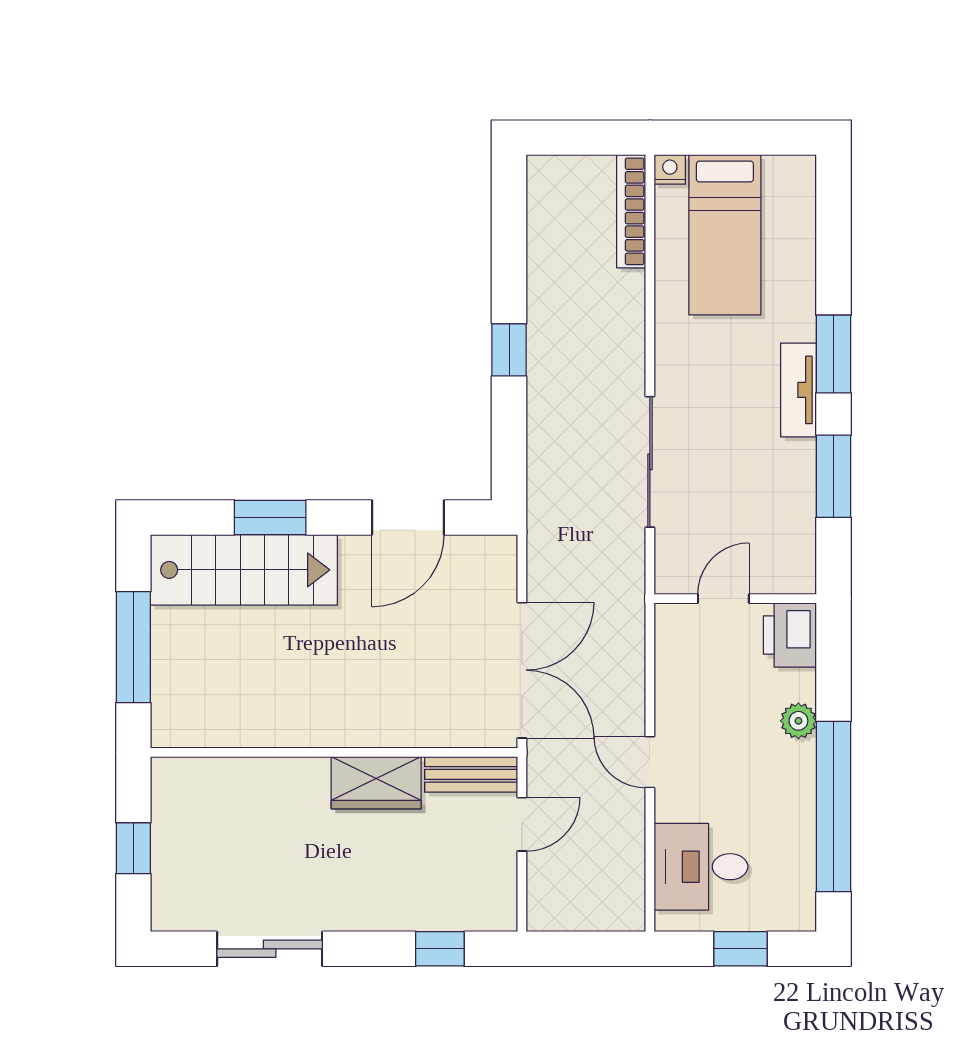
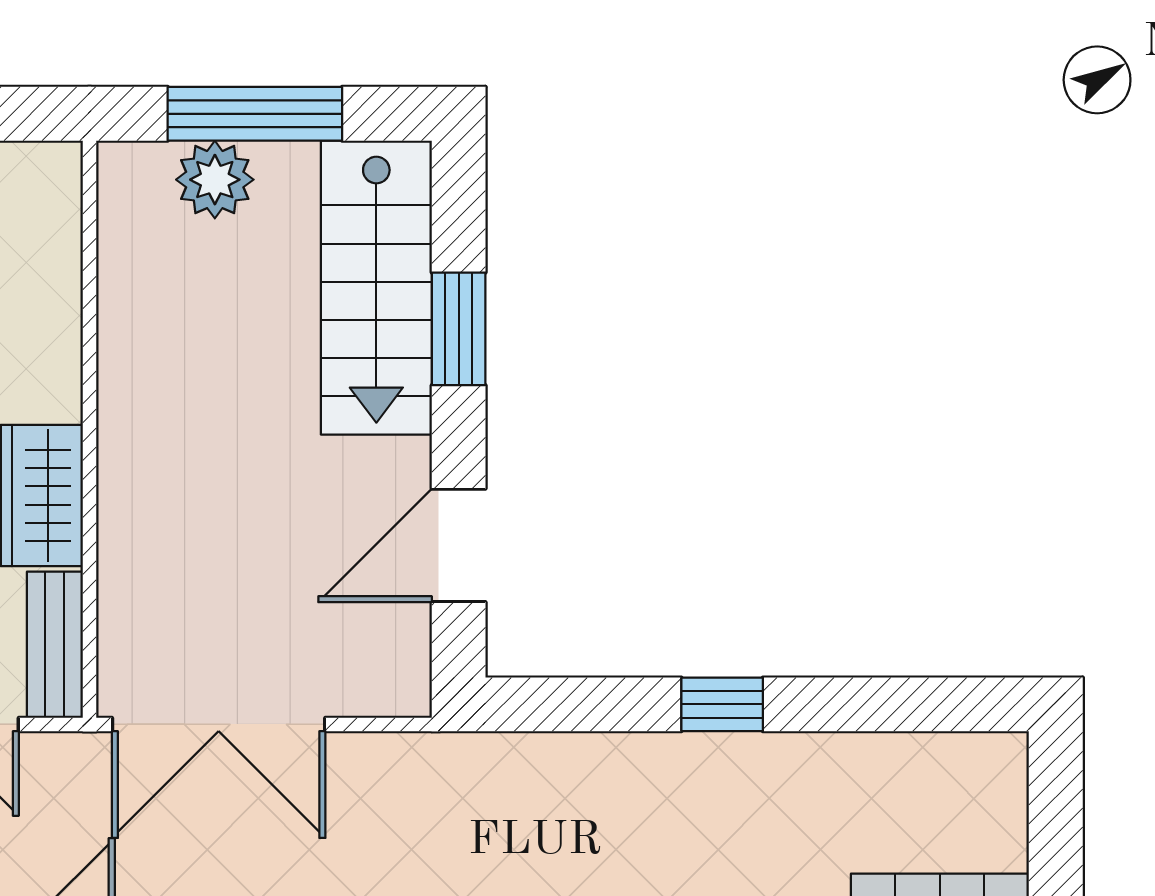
door: (408, 518) -> (459, 545), hinge flipped
plant: (175, 673) -> (215, 180), added

